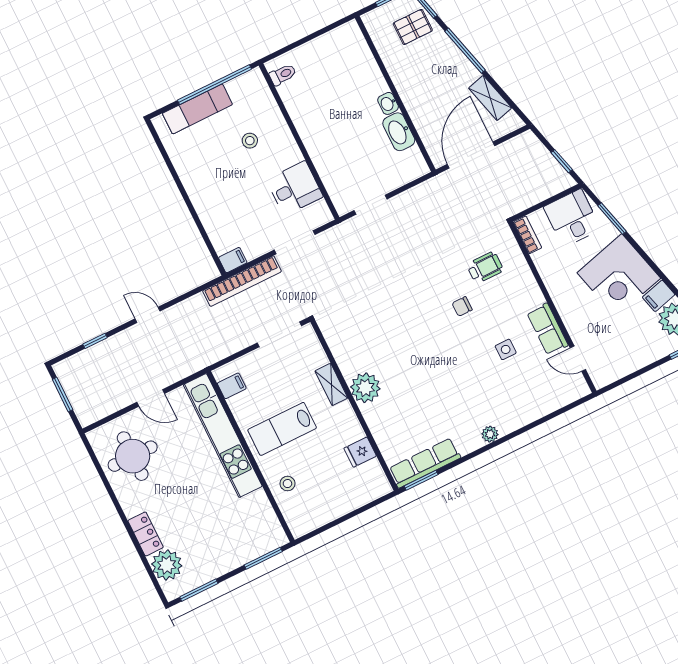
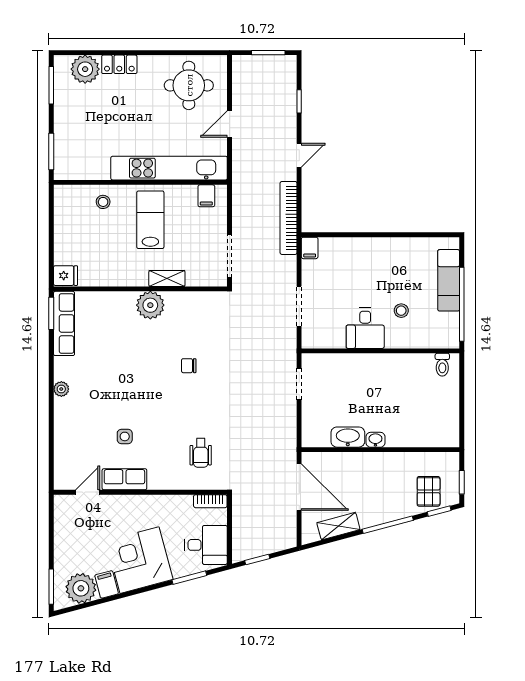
desk: (295, 188) -> (365, 328), moved
bookcase: (242, 281) -> (289, 218), moved
chair: (462, 306) -> (189, 366), moved, turned -90
fridge: (360, 452) -> (66, 276), moved, turned 90

